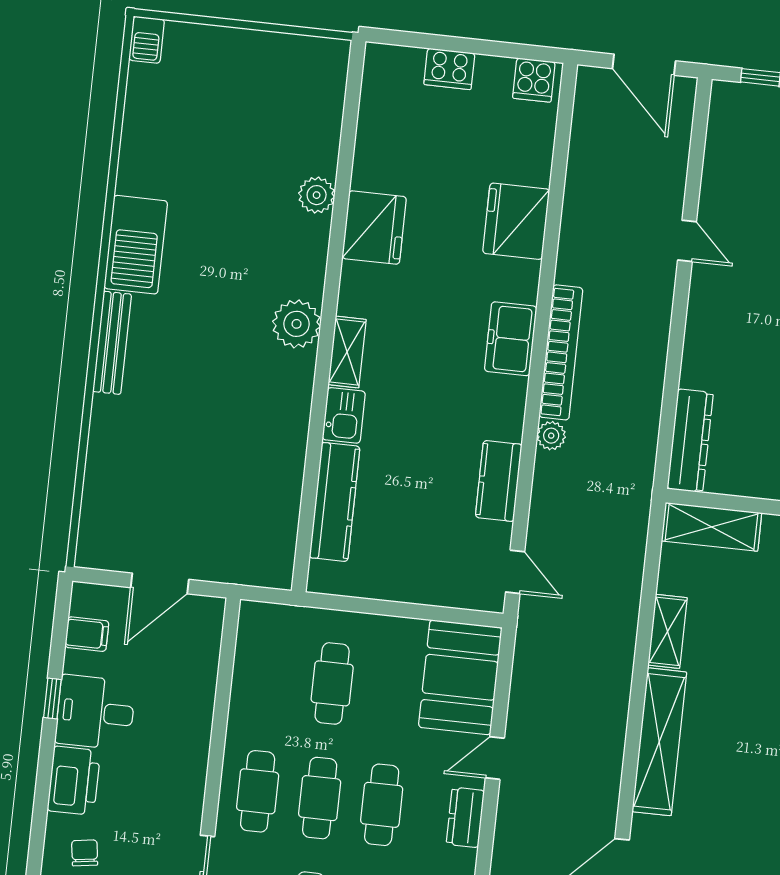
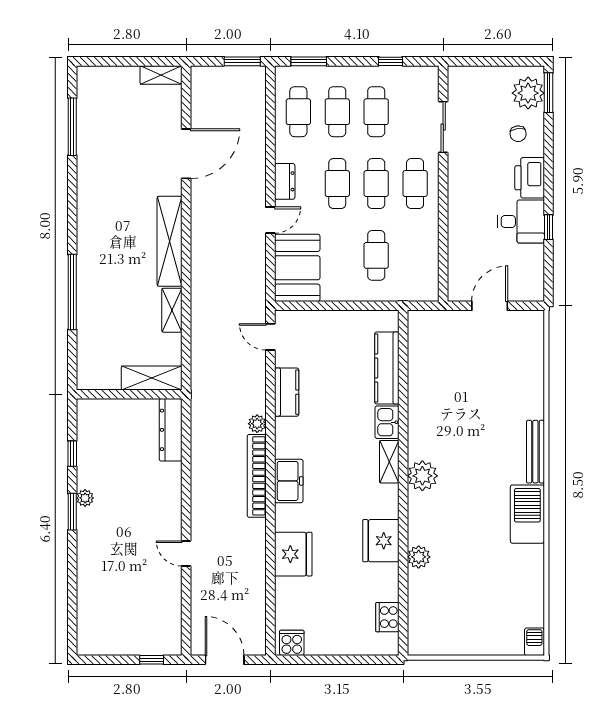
cooker: (449, 69) -> (387, 617), moved, turned -90
filing cabinet: (87, 634) -> (531, 269), removed

